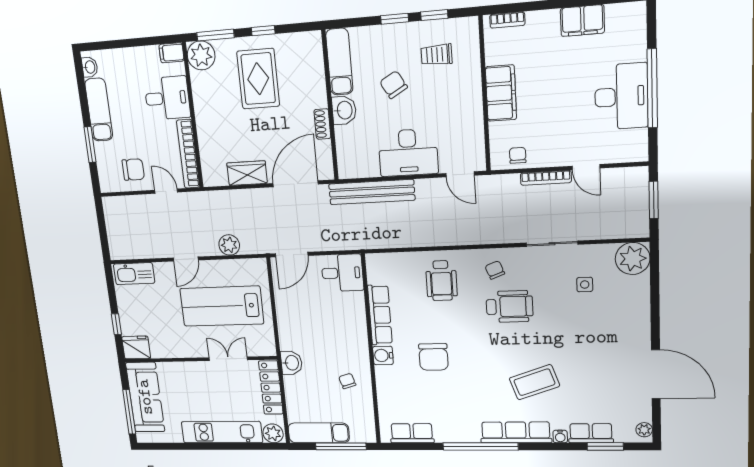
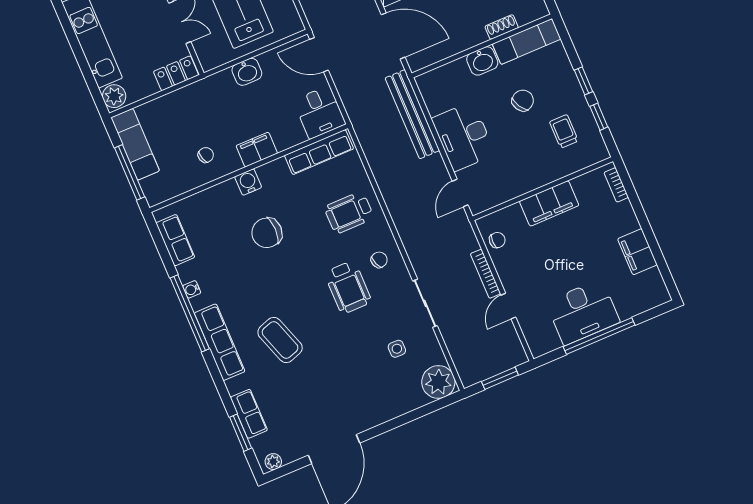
shoe rack: (322, 124) -> (502, 27), moved
row of seats: (380, 315) -> (319, 152), moved
filing cabinet: (357, 338) -> (257, 150), added
washbasin: (291, 363) -> (247, 72), moved
locker: (271, 388) -> (176, 73), width x0.66
water cooler: (560, 436) -> (192, 289), moved

